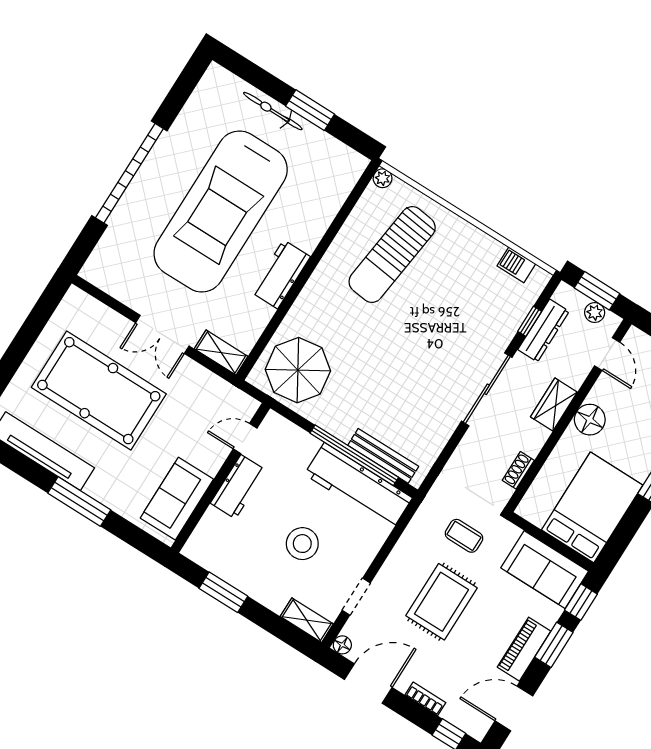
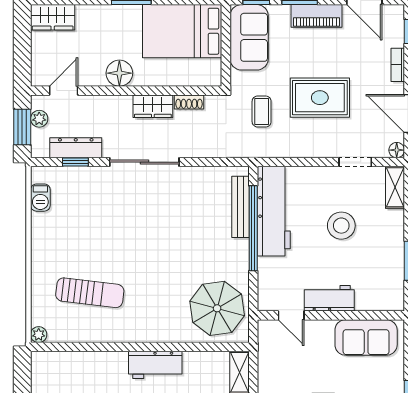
sun lounger: (392, 255) -> (90, 293), width x0.73, depth x0.75
wardrobe: (554, 405) -> (153, 106), moved

